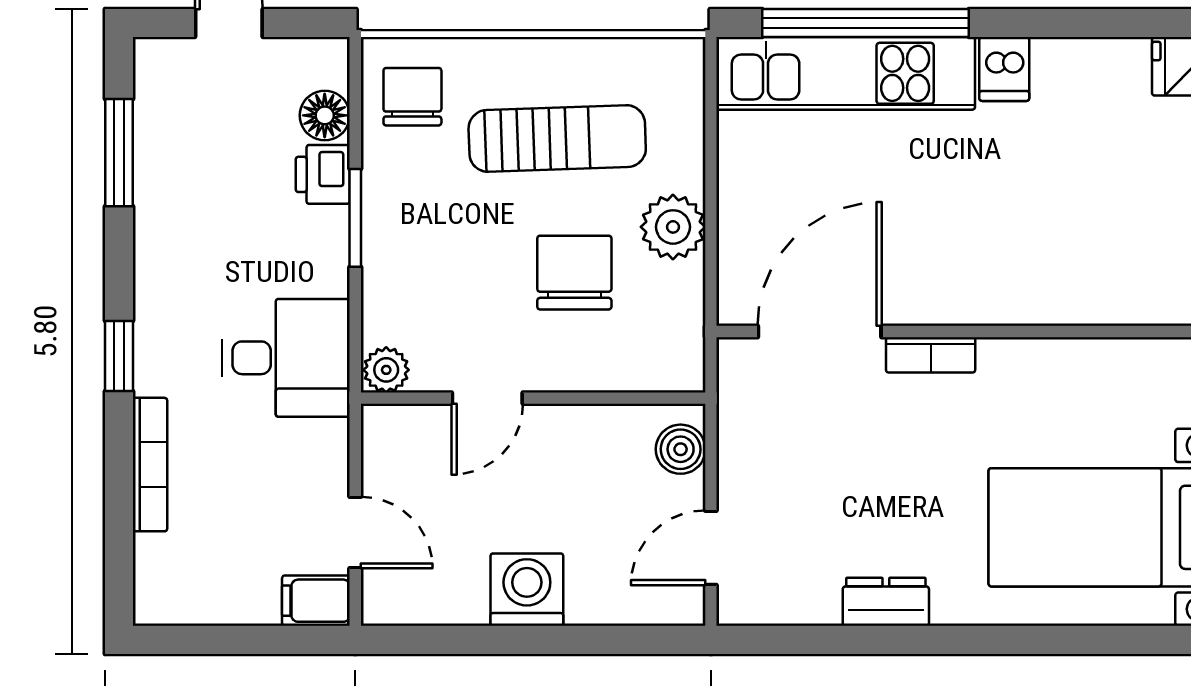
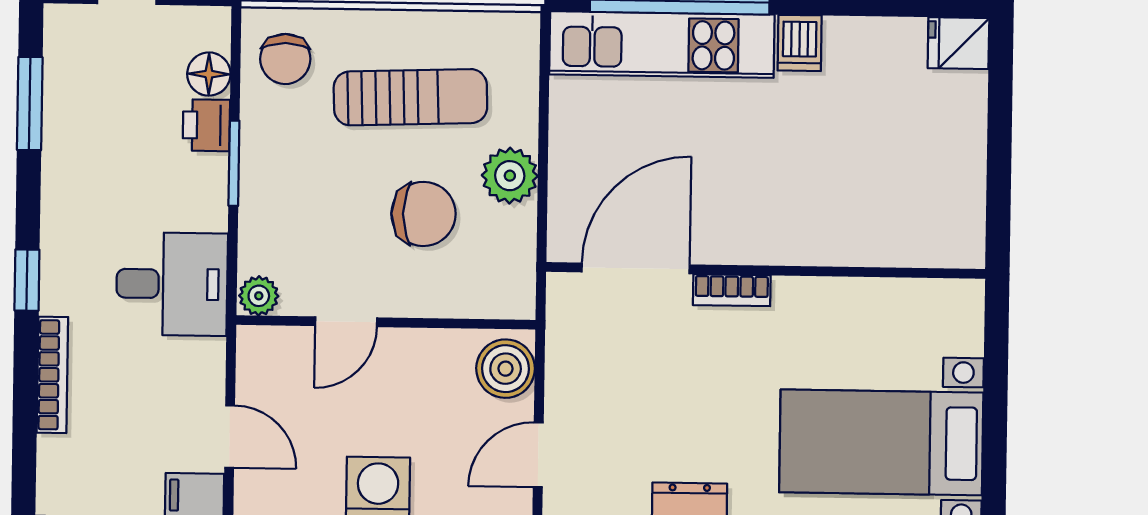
chair: (412, 97) -> (285, 59), turned 180
chair: (574, 273) -> (423, 214), turned 90
boiler: (681, 449) -> (506, 369), width x1.36, depth x1.36

